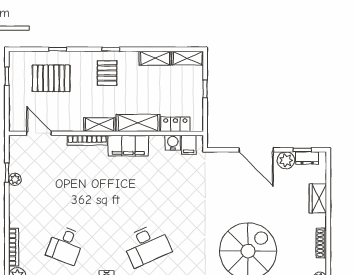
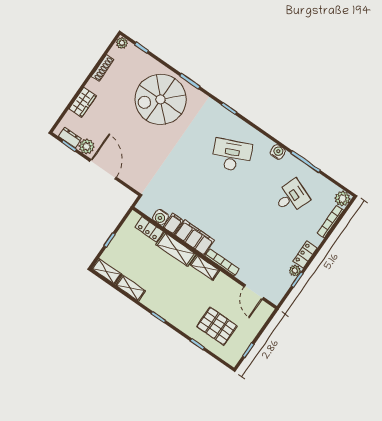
pallet: (107, 73) -> (173, 302), removed
filing cabinet: (189, 145) -> (173, 224), moved
locker: (16, 201) -> (305, 254), added

